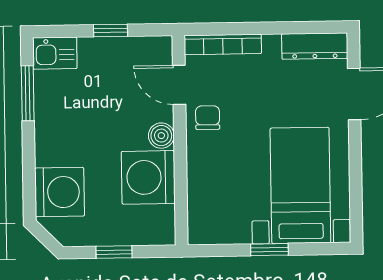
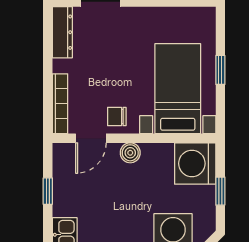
washing machine: (148, 177) -> (195, 163), moved, turned 90
bed with nightstands: (300, 185) -> (178, 89), moved, turned 90

